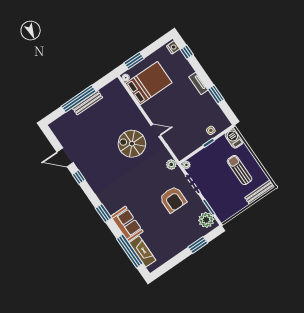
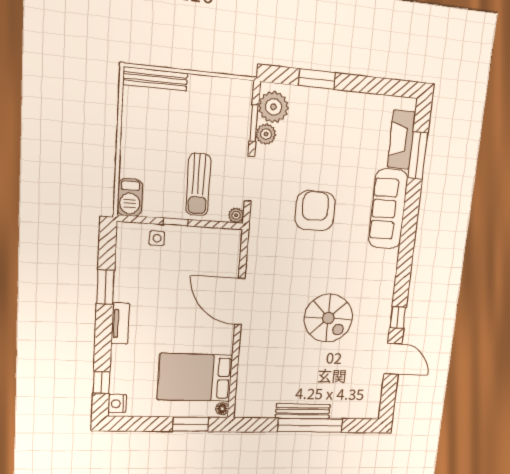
door: (156, 130) -> (240, 301), width x1.87
spiral stairs: (132, 144) -> (328, 318), moved
plant: (171, 164) -> (266, 134), moved
sun lounger: (240, 170) -> (198, 185), moved
armchair: (173, 199) -> (315, 211), moved
window: (104, 213) -> (407, 240), removed
sofa: (127, 224) -> (388, 209), width x1.36
window: (130, 251) -> (418, 156), width x0.68

